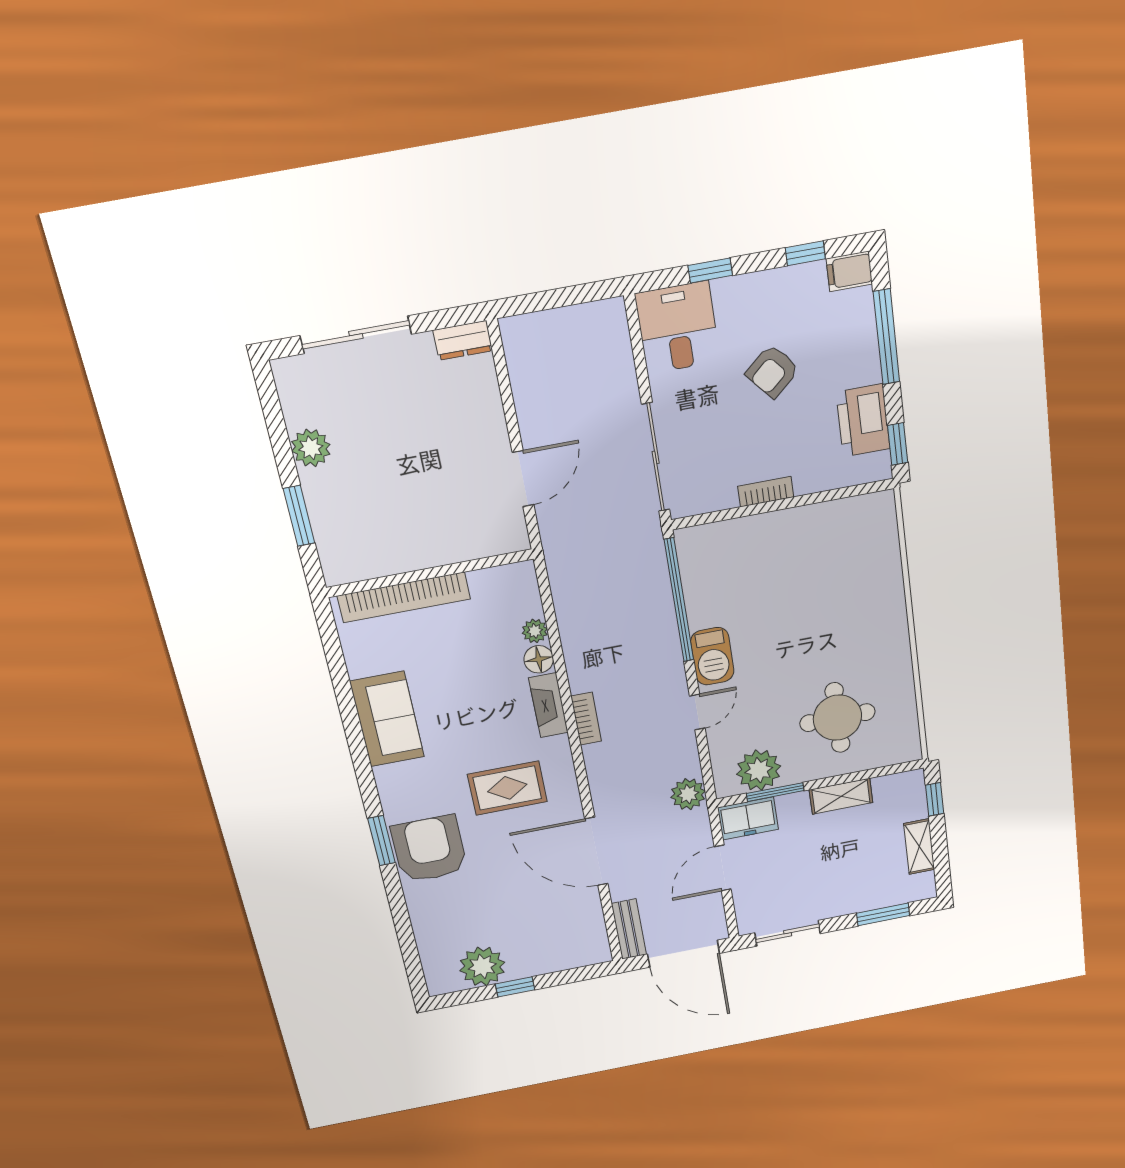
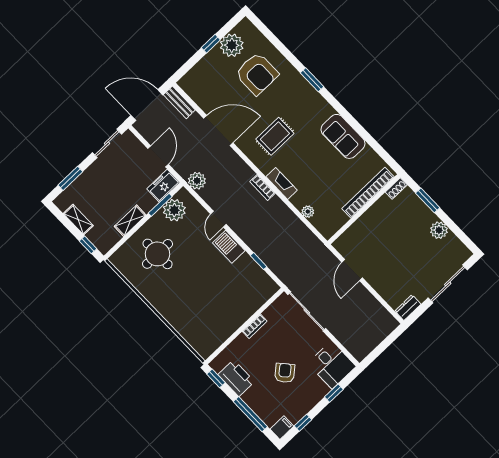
shoe rack: (346, 573) -> (396, 189), added
window: (679, 600) -> (259, 261), width x0.32
floor lamp: (539, 659) -> (298, 201), removed
armchair: (429, 849) -> (257, 74), moved

